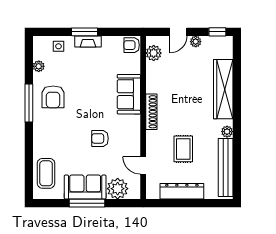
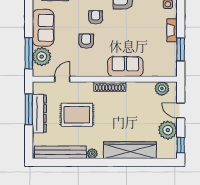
window: (85, 32) -> (181, 49), moved
plant: (196, 42) -> (168, 130), width x1.87, depth x1.87
armchair: (132, 45) -> (96, 17), moved
rug: (183, 149) -> (77, 115), width x1.36, depth x1.43
window: (87, 203) -> (29, 53), moved
window: (177, 203) -> (29, 109), added

